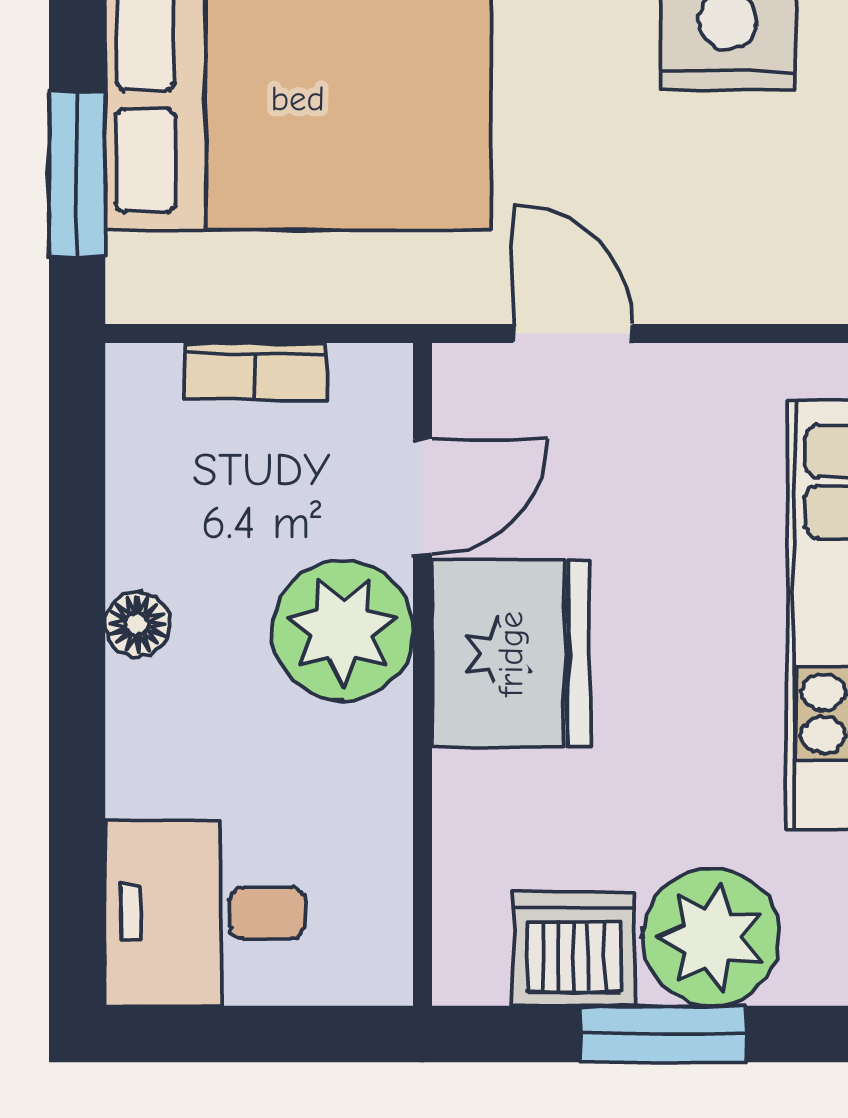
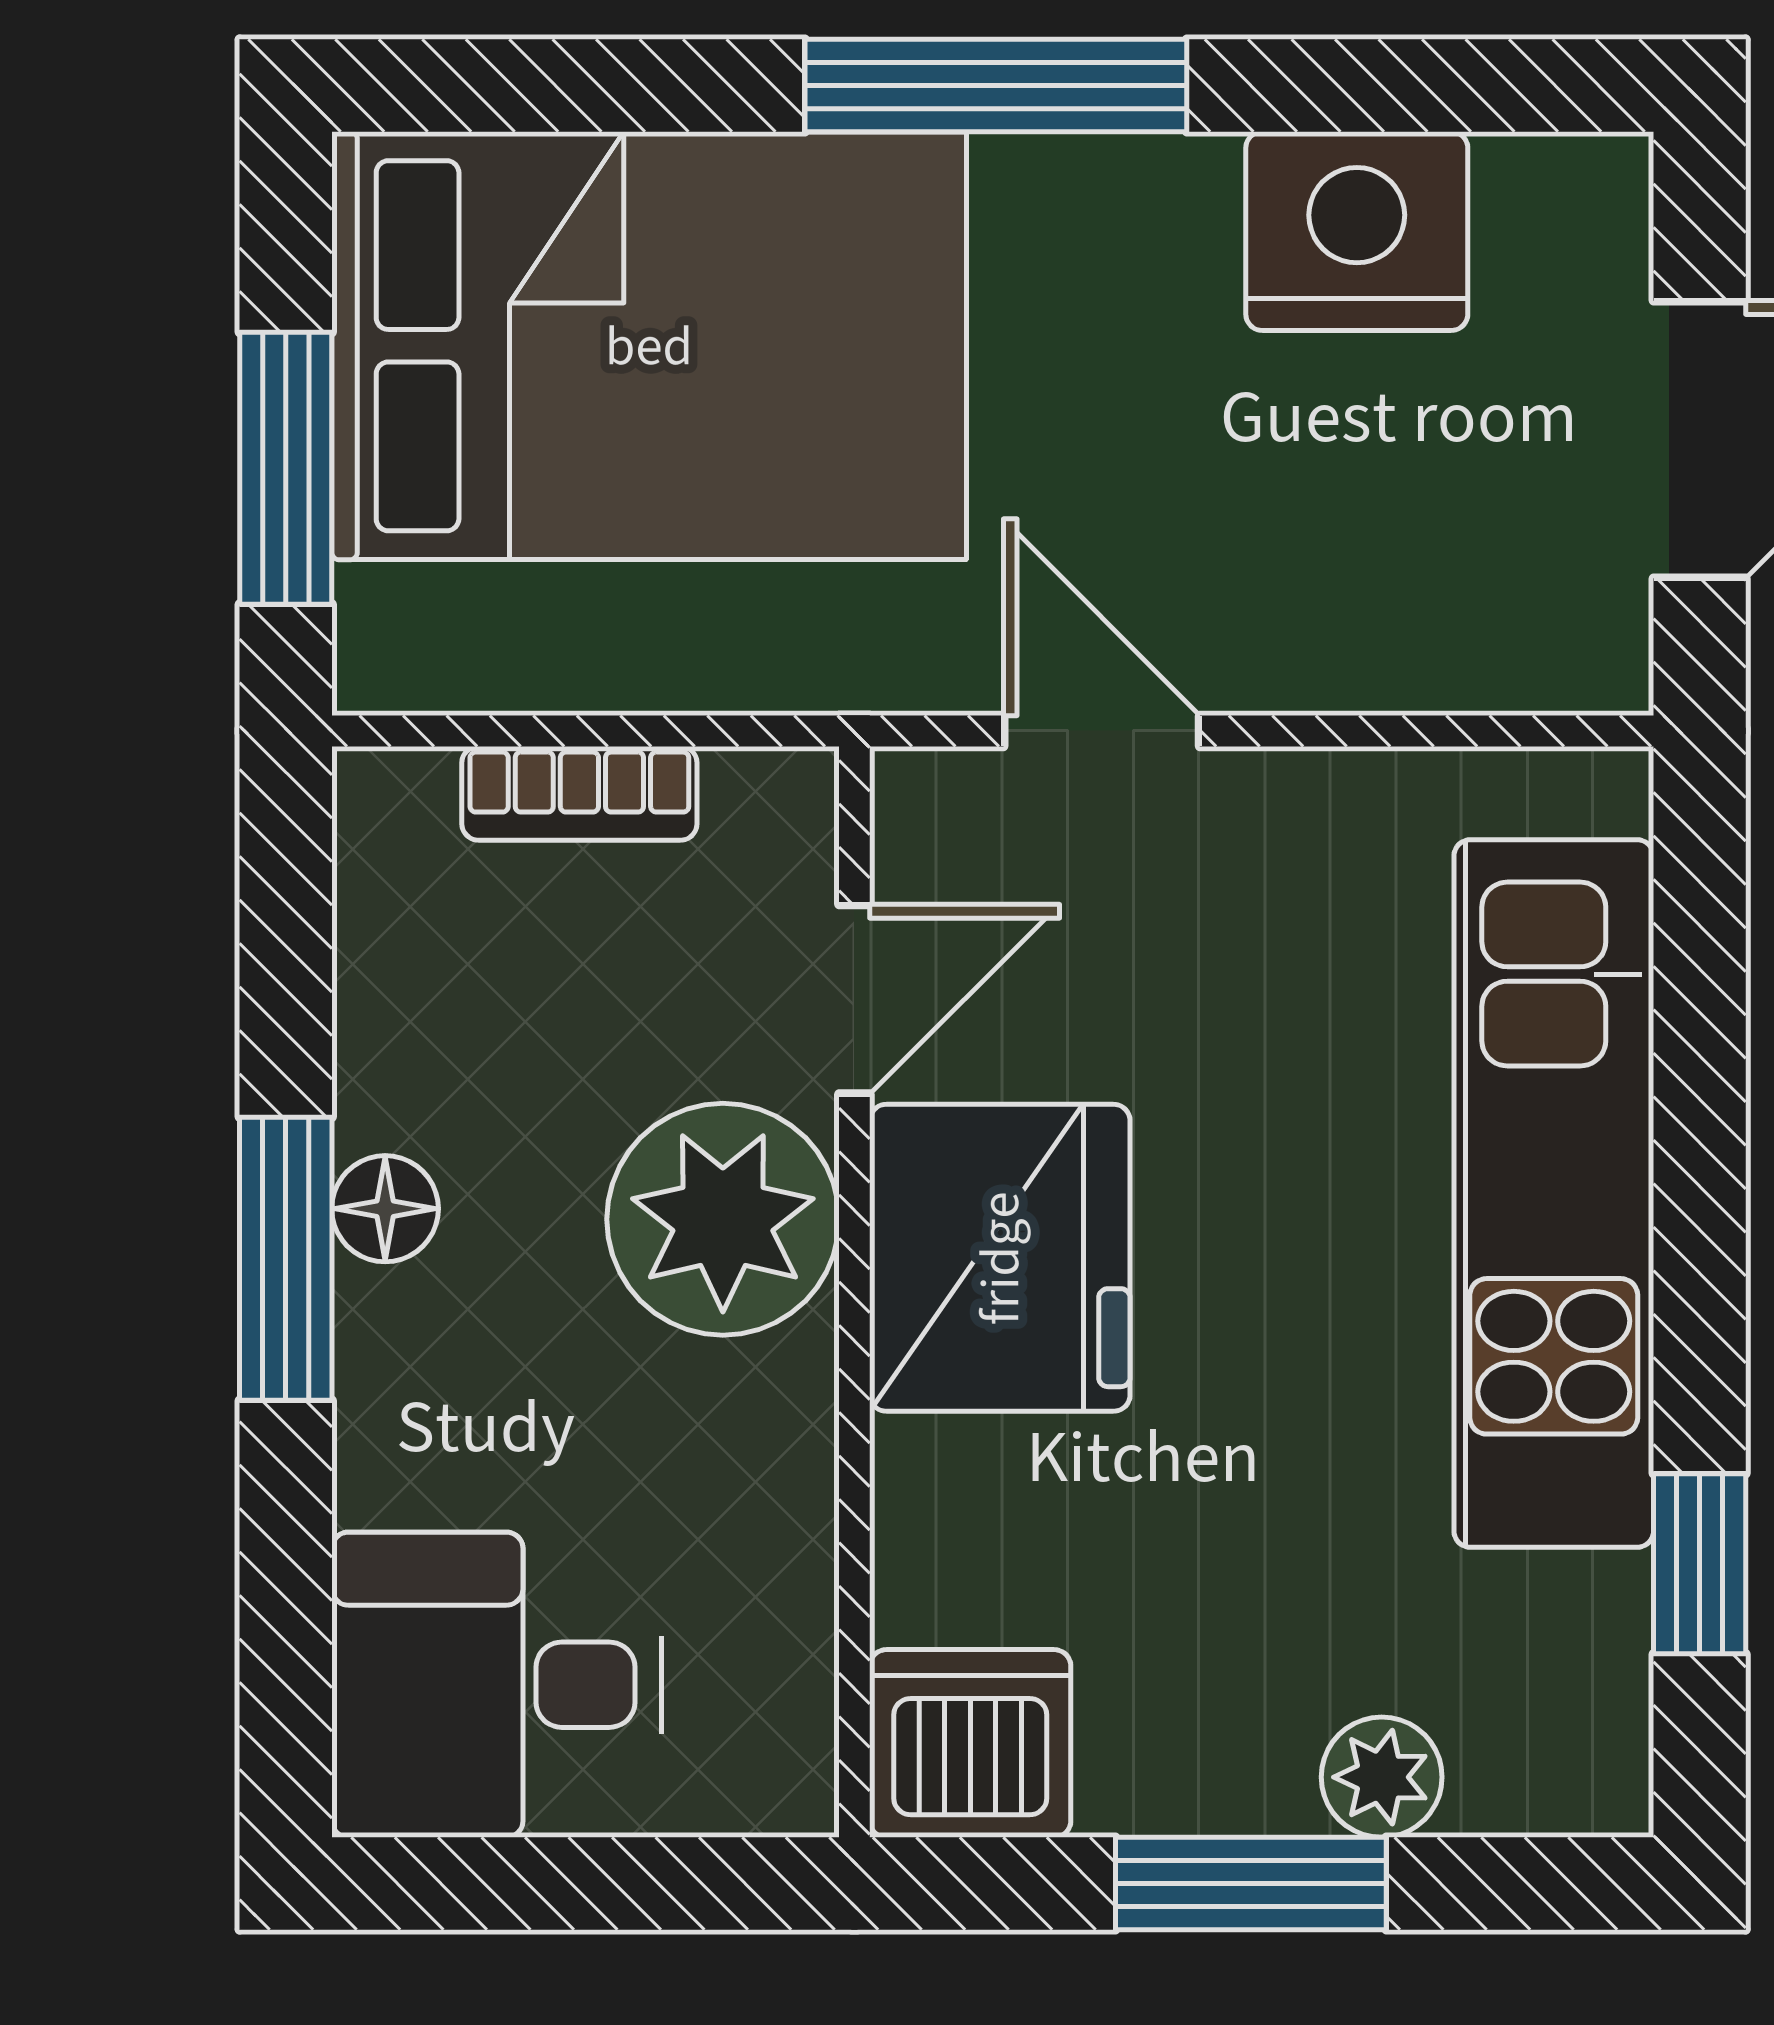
window: (77, 654) -> (286, 1259), added
plant: (711, 937) -> (1382, 1777), width x0.53, depth x0.53
dishwasher: (574, 949) -> (970, 1743), moved

